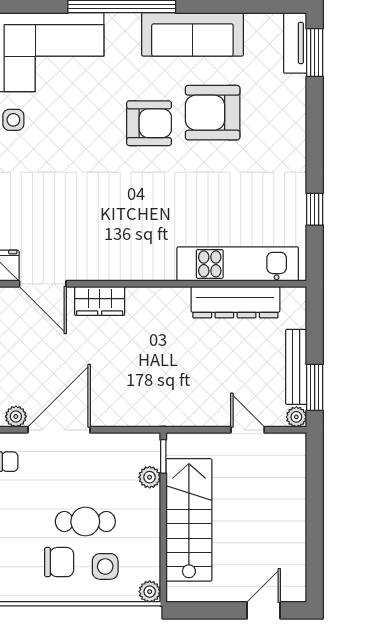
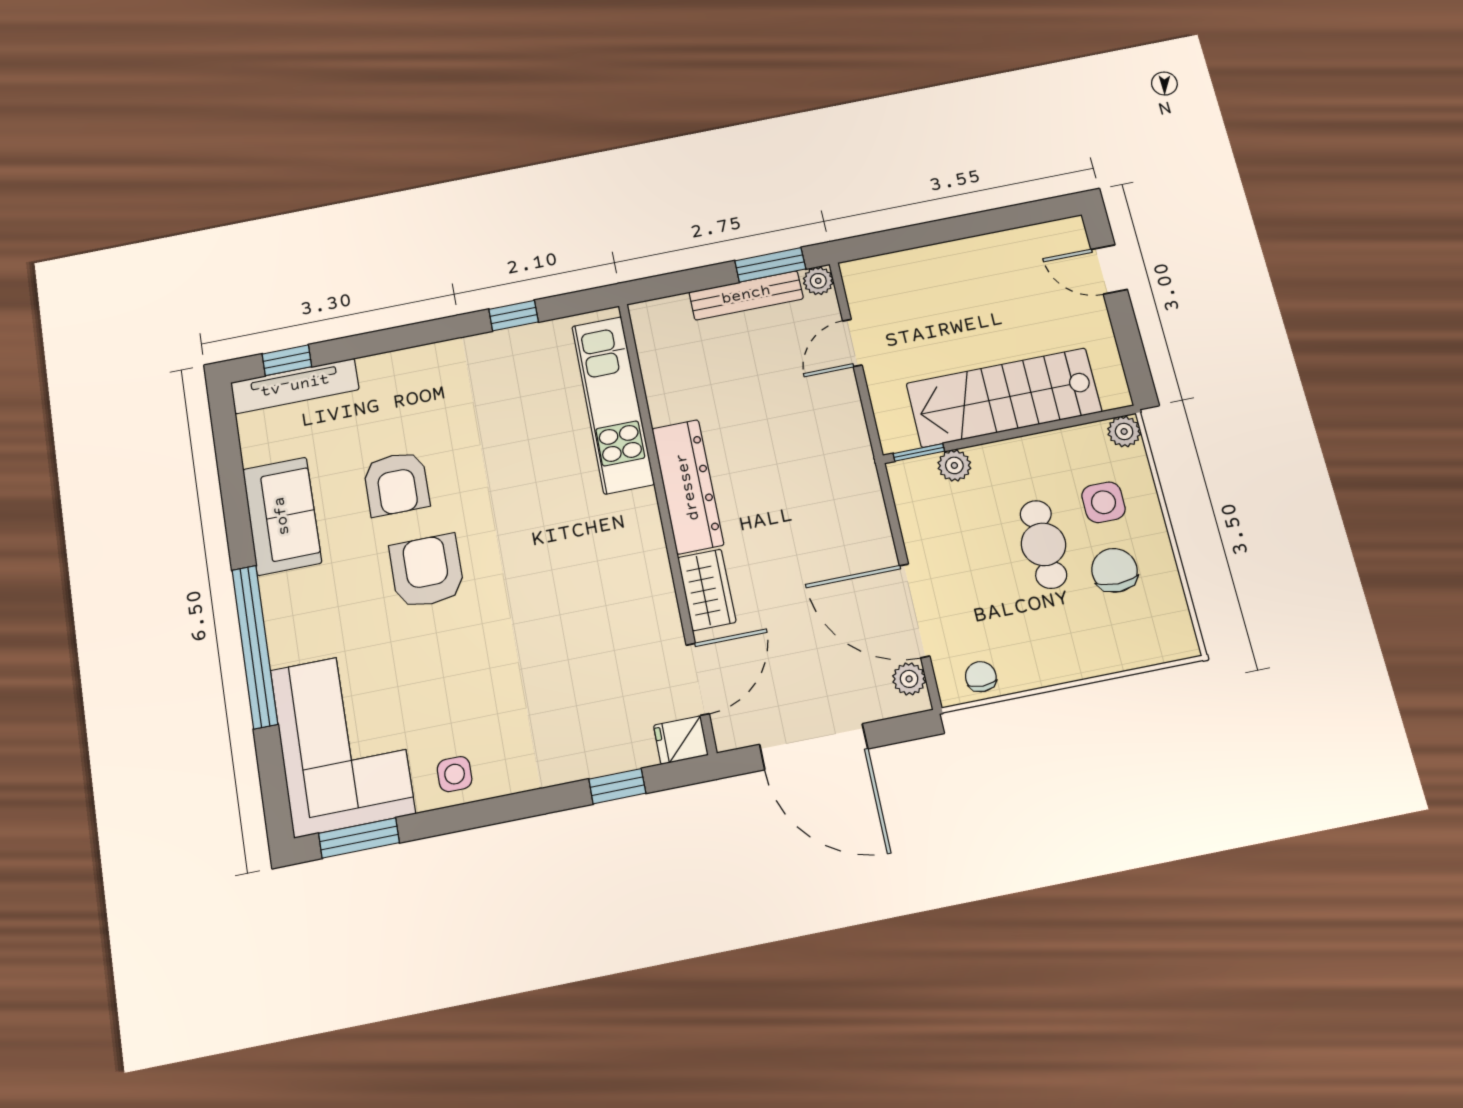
sofa: (192, 34) -> (282, 516), width x0.73
tv unit: (295, 43) -> (295, 386), width x1.41
window: (315, 53) -> (287, 360), width x0.67
armchair: (213, 113) -> (396, 484), width x0.73, depth x0.73
dresser: (235, 302) -> (688, 487), moved

